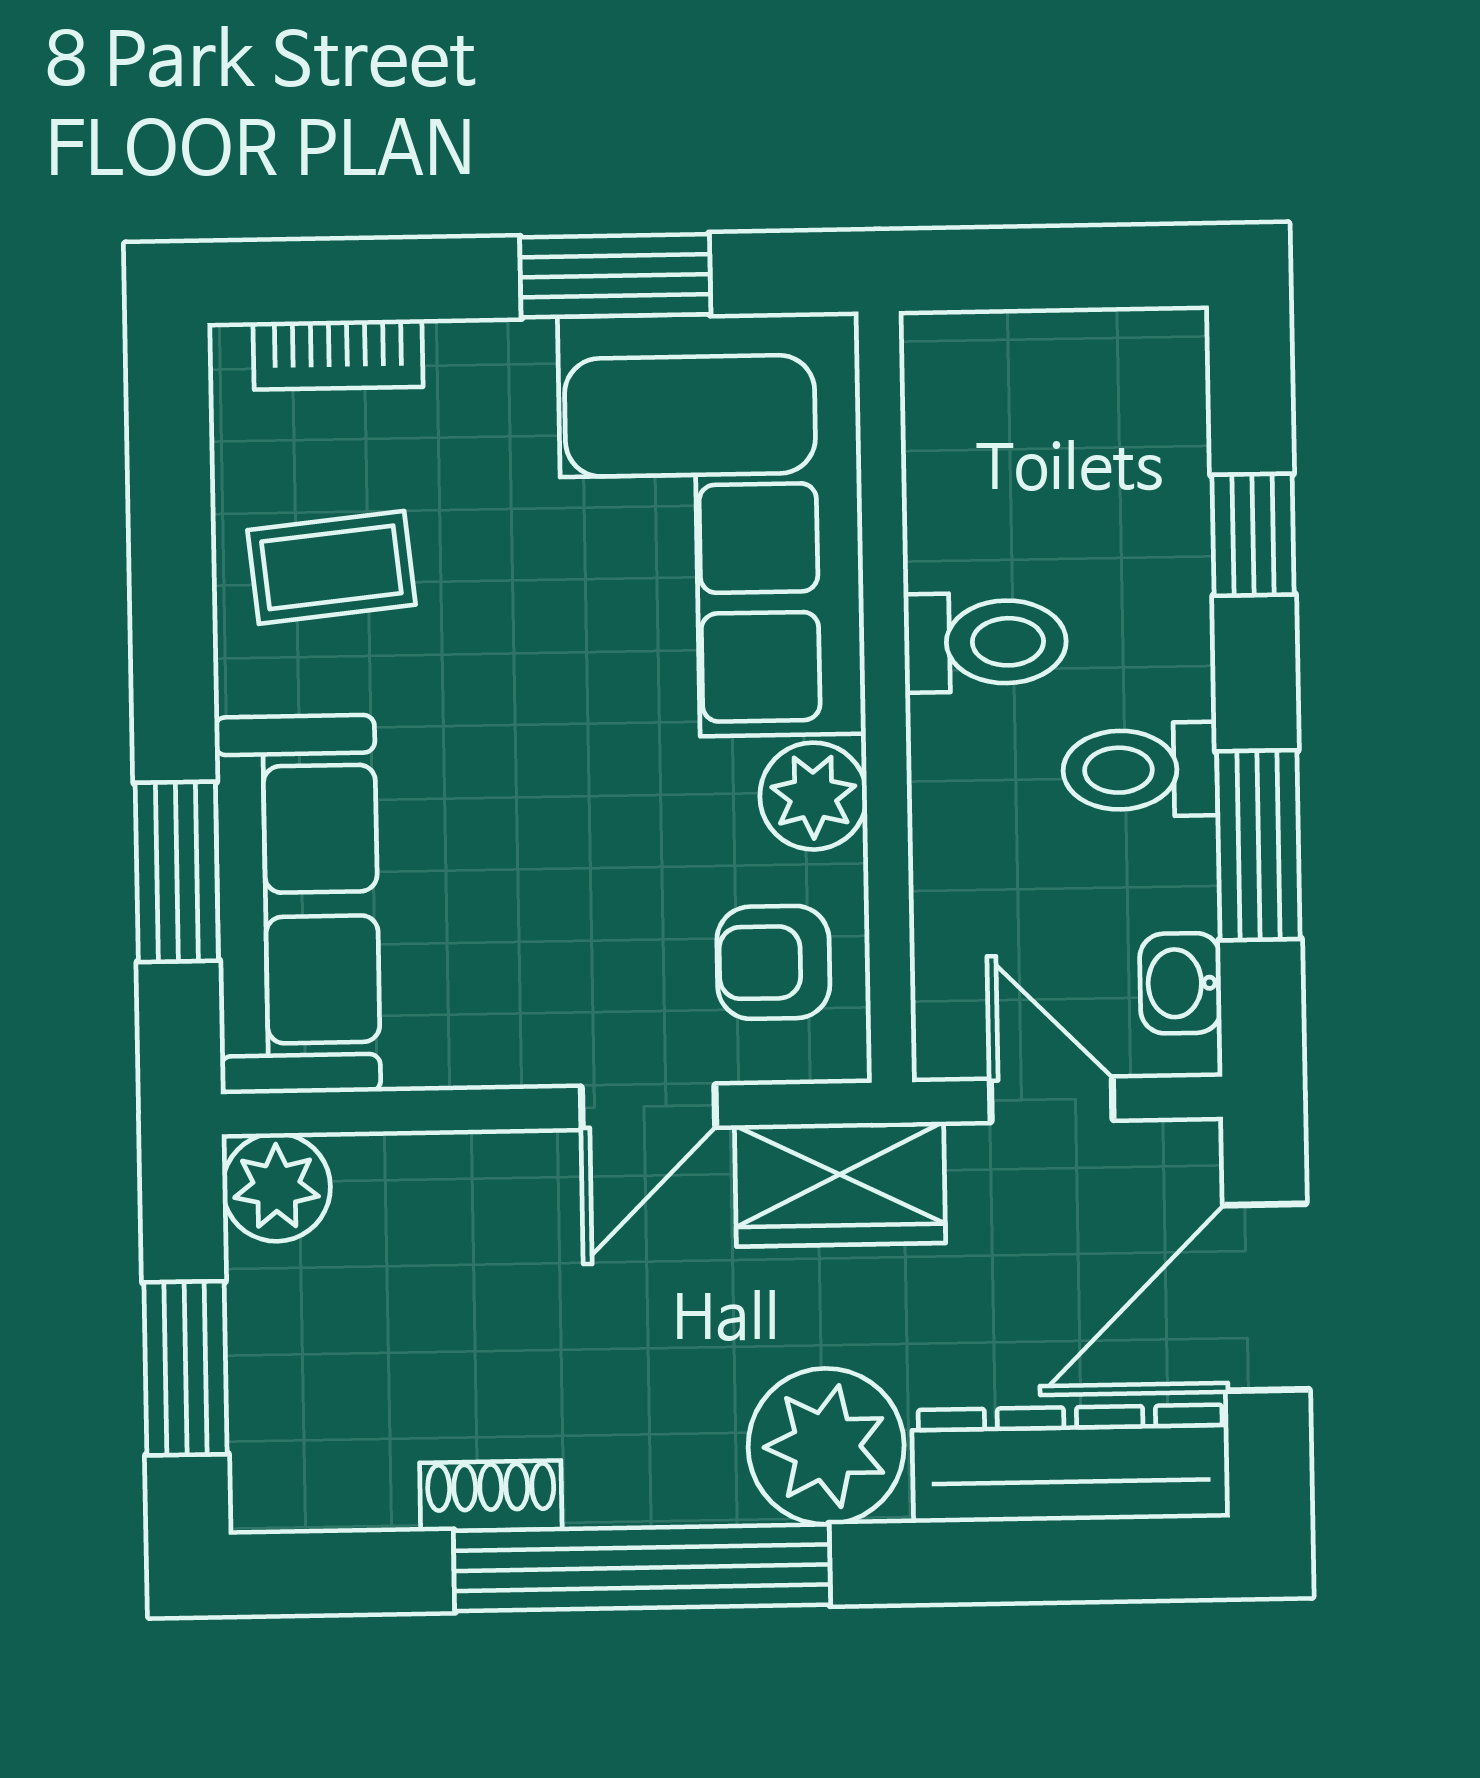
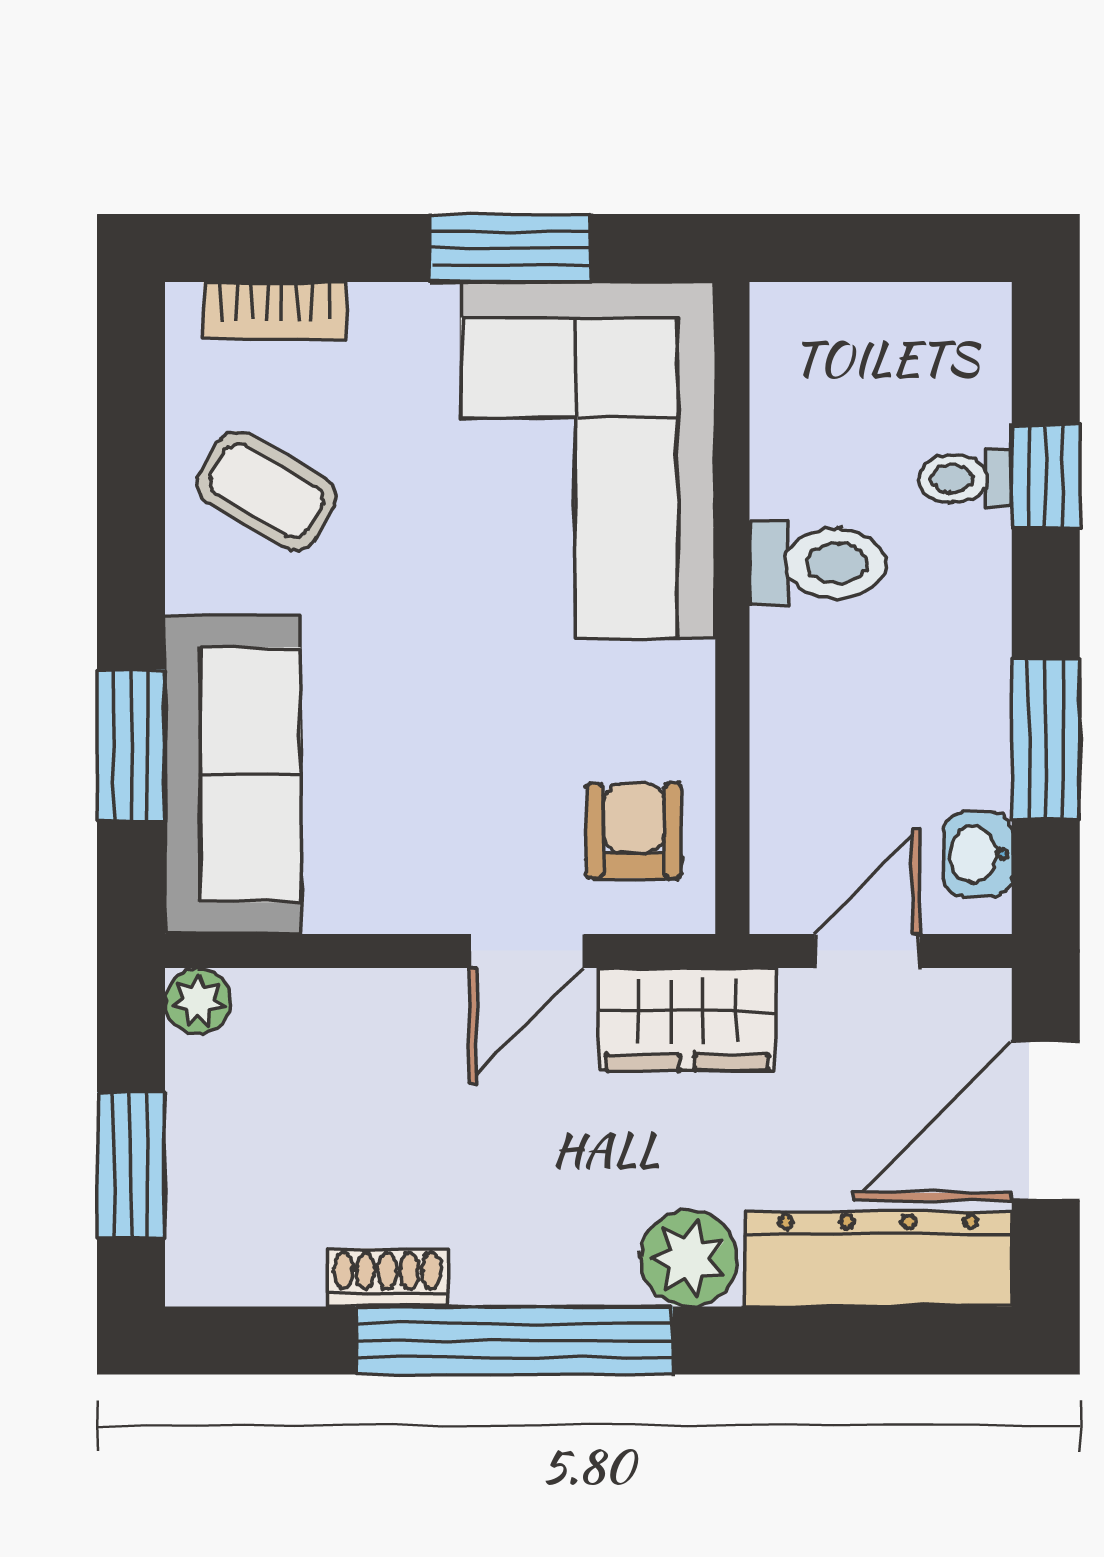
coffee table: (331, 567) -> (266, 490), turned 36
toilet: (1140, 770) -> (965, 479), moved, width x0.73, depth x0.72
plant: (813, 796) -> (670, 691), removed
armchair: (773, 962) -> (634, 831), turned 90
door: (1052, 1100) -> (867, 951), hinge flipped
plant: (276, 1187) -> (198, 1001), width x0.73, depth x0.73
plant: (826, 1446) -> (689, 1258), width x0.73, depth x0.73

